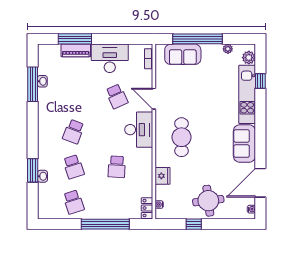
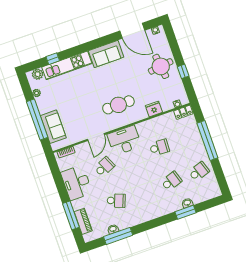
piano: (76, 50) -> (83, 221), moved
school desk: (74, 132) -> (116, 201), moved

